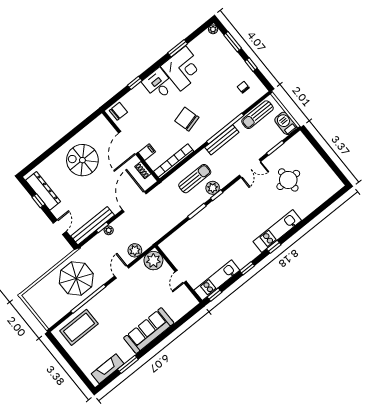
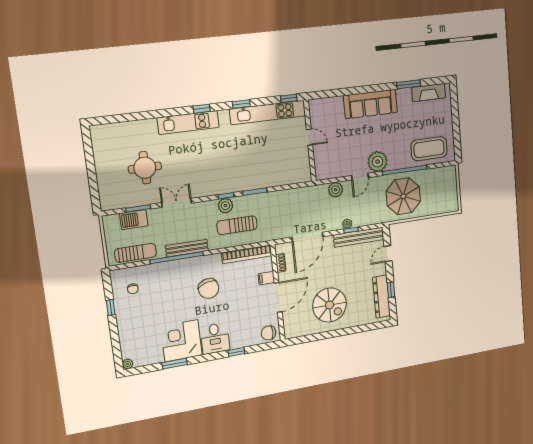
window: (233, 42) -> (115, 341), removed
barbecue: (286, 123) -> (134, 220), moved, turned 90
plant: (153, 261) -> (378, 162), moved
door: (181, 277) -> (309, 137), hinge flipped
kitchen unit: (217, 280) -> (268, 112), width x1.36

